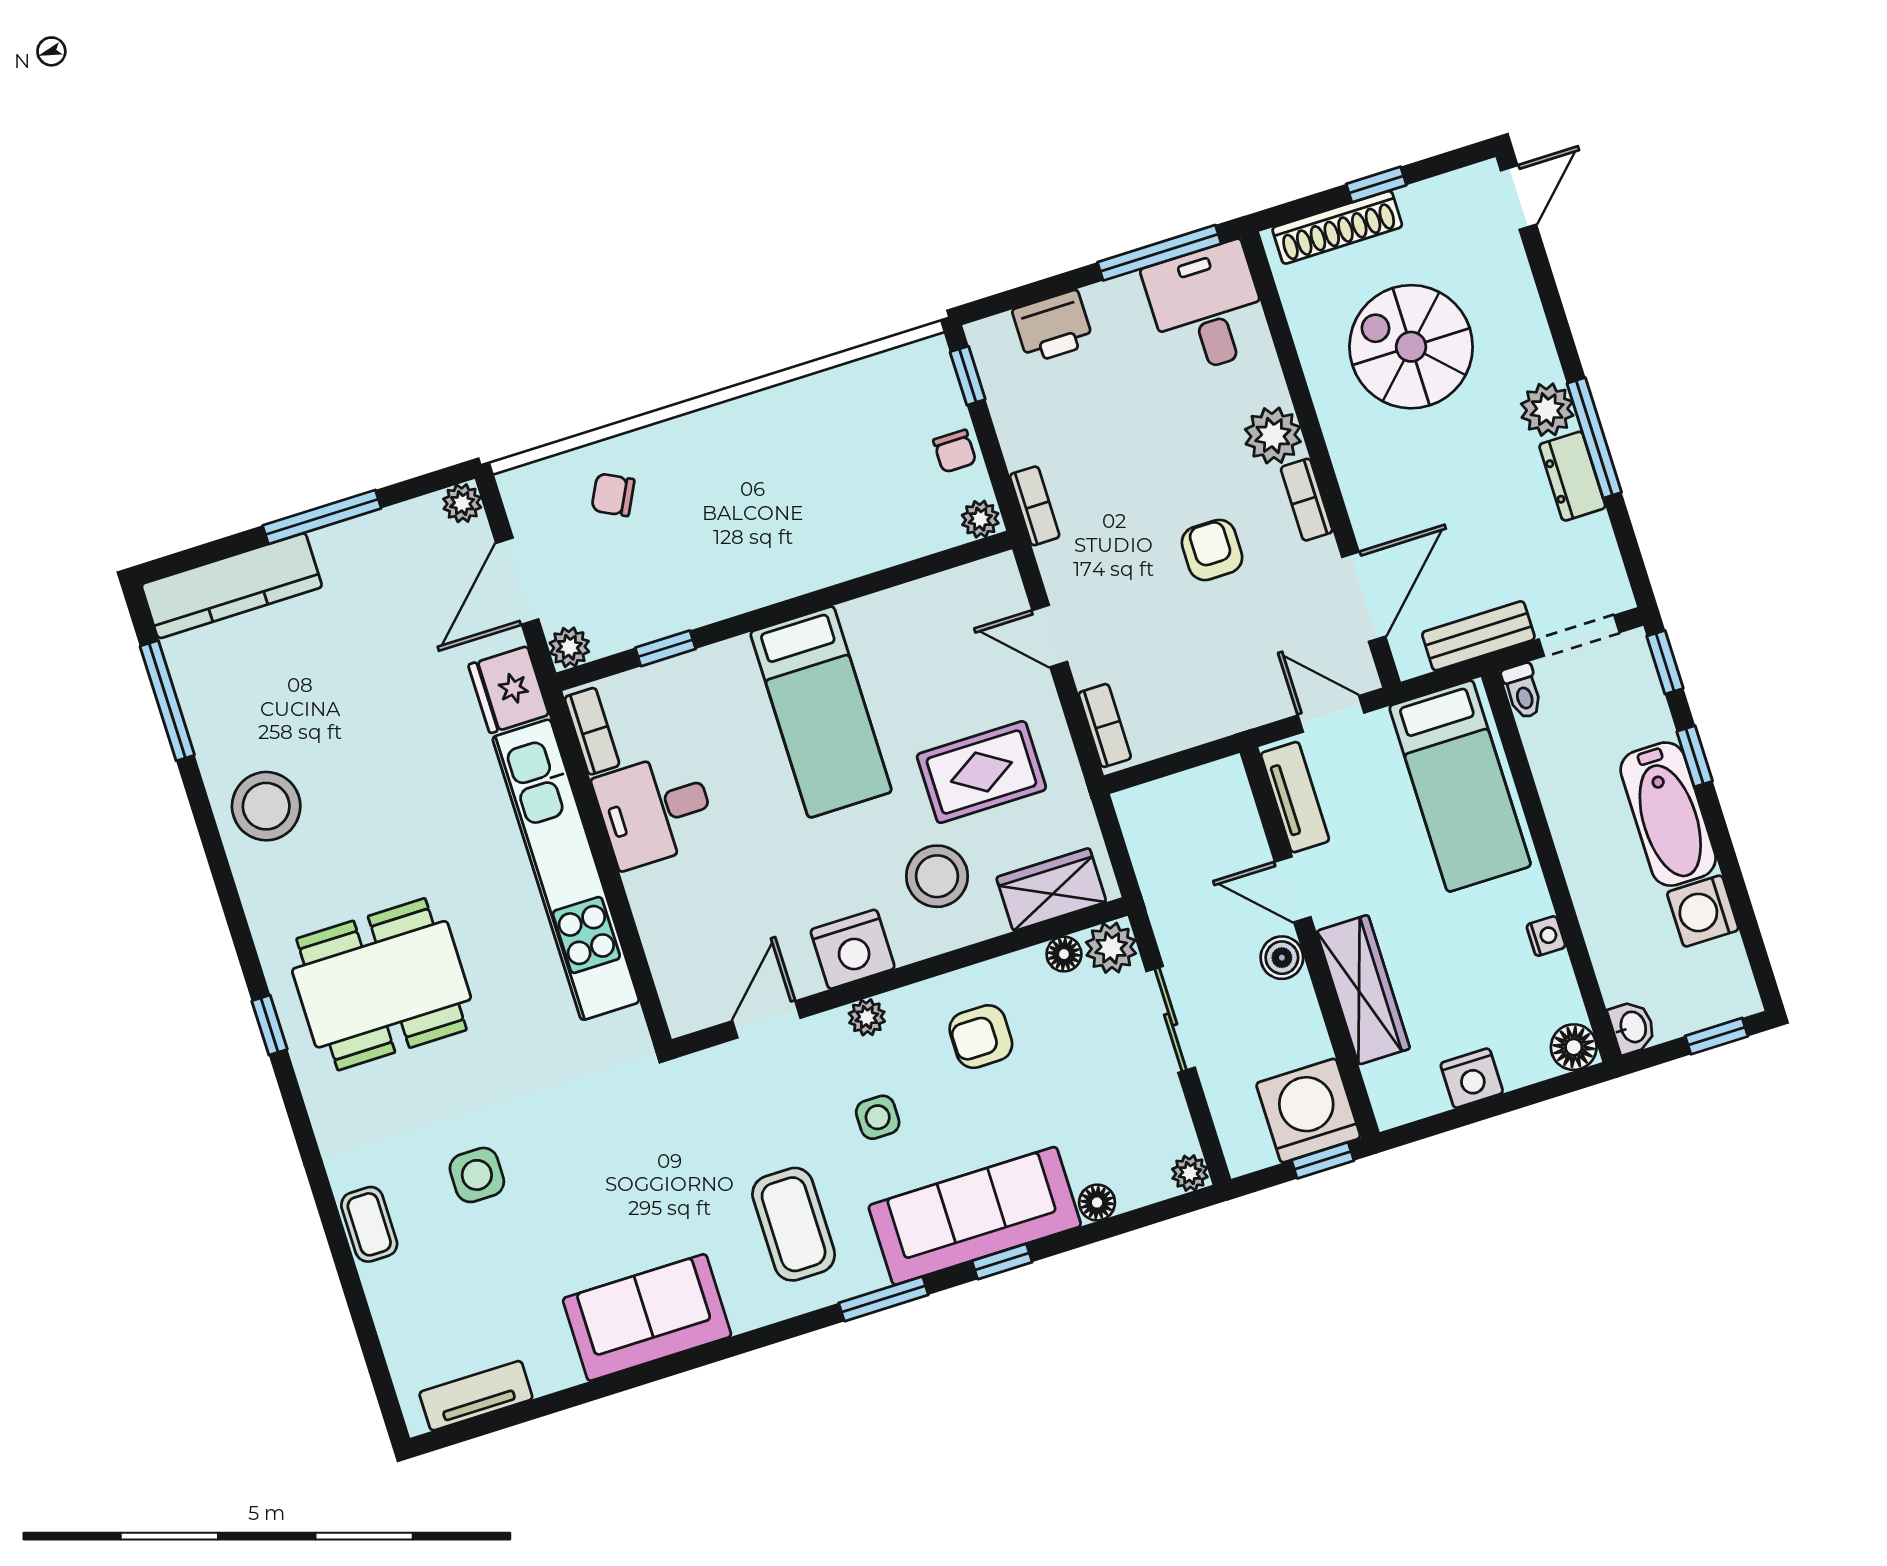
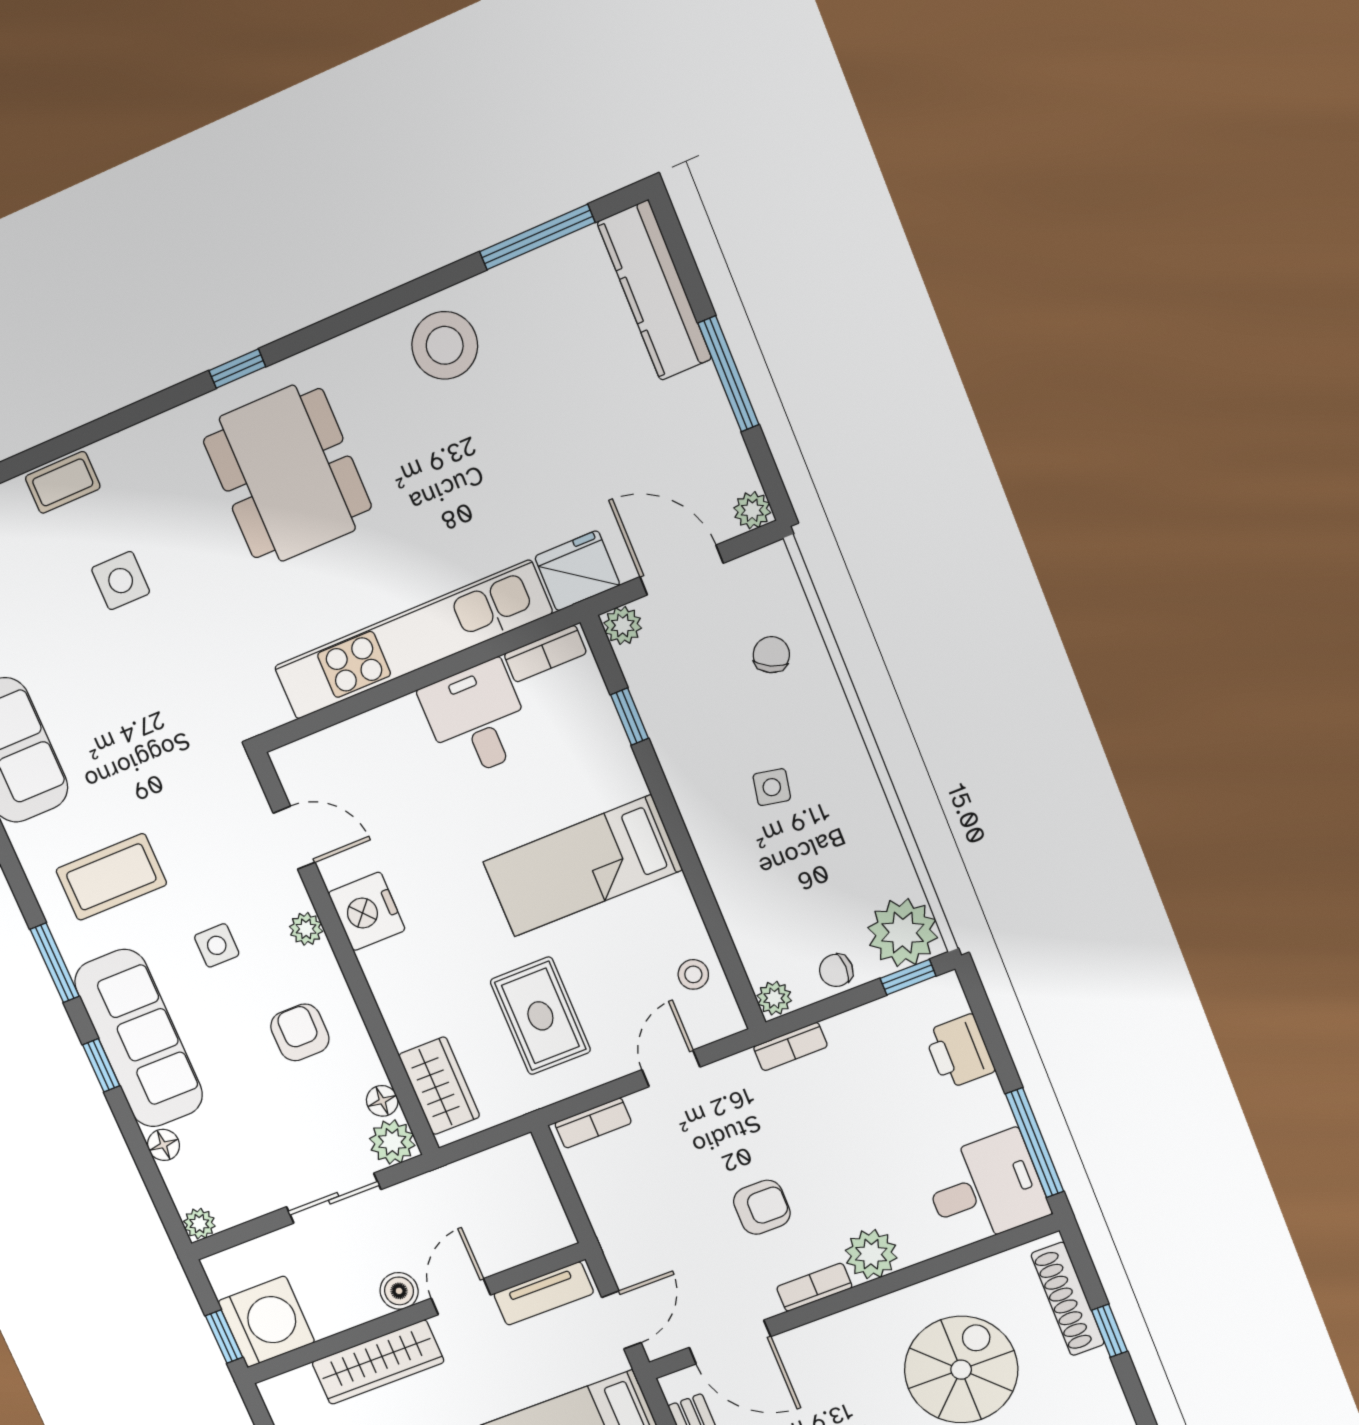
plant: (919, 378) -> (903, 933), added
side table: (752, 505) -> (772, 787), added
stool: (937, 876) -> (693, 974), moved, width x0.53, depth x0.53

